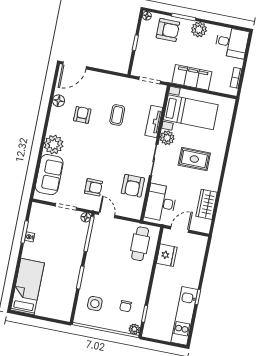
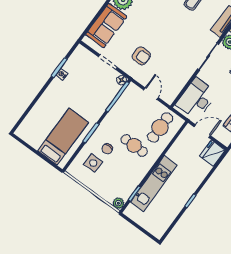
armchair: (133, 186) -> (178, 71), removed
door: (107, 215) -> (151, 94), moved
fridge: (167, 255) -> (212, 153), moved, turned 180
cafe table: (124, 271) -> (134, 145), added
bed: (27, 287) -> (63, 137), moved
chair: (126, 306) -> (107, 149), moved
kitchen unit: (184, 316) -> (154, 184), moved, turned 180

